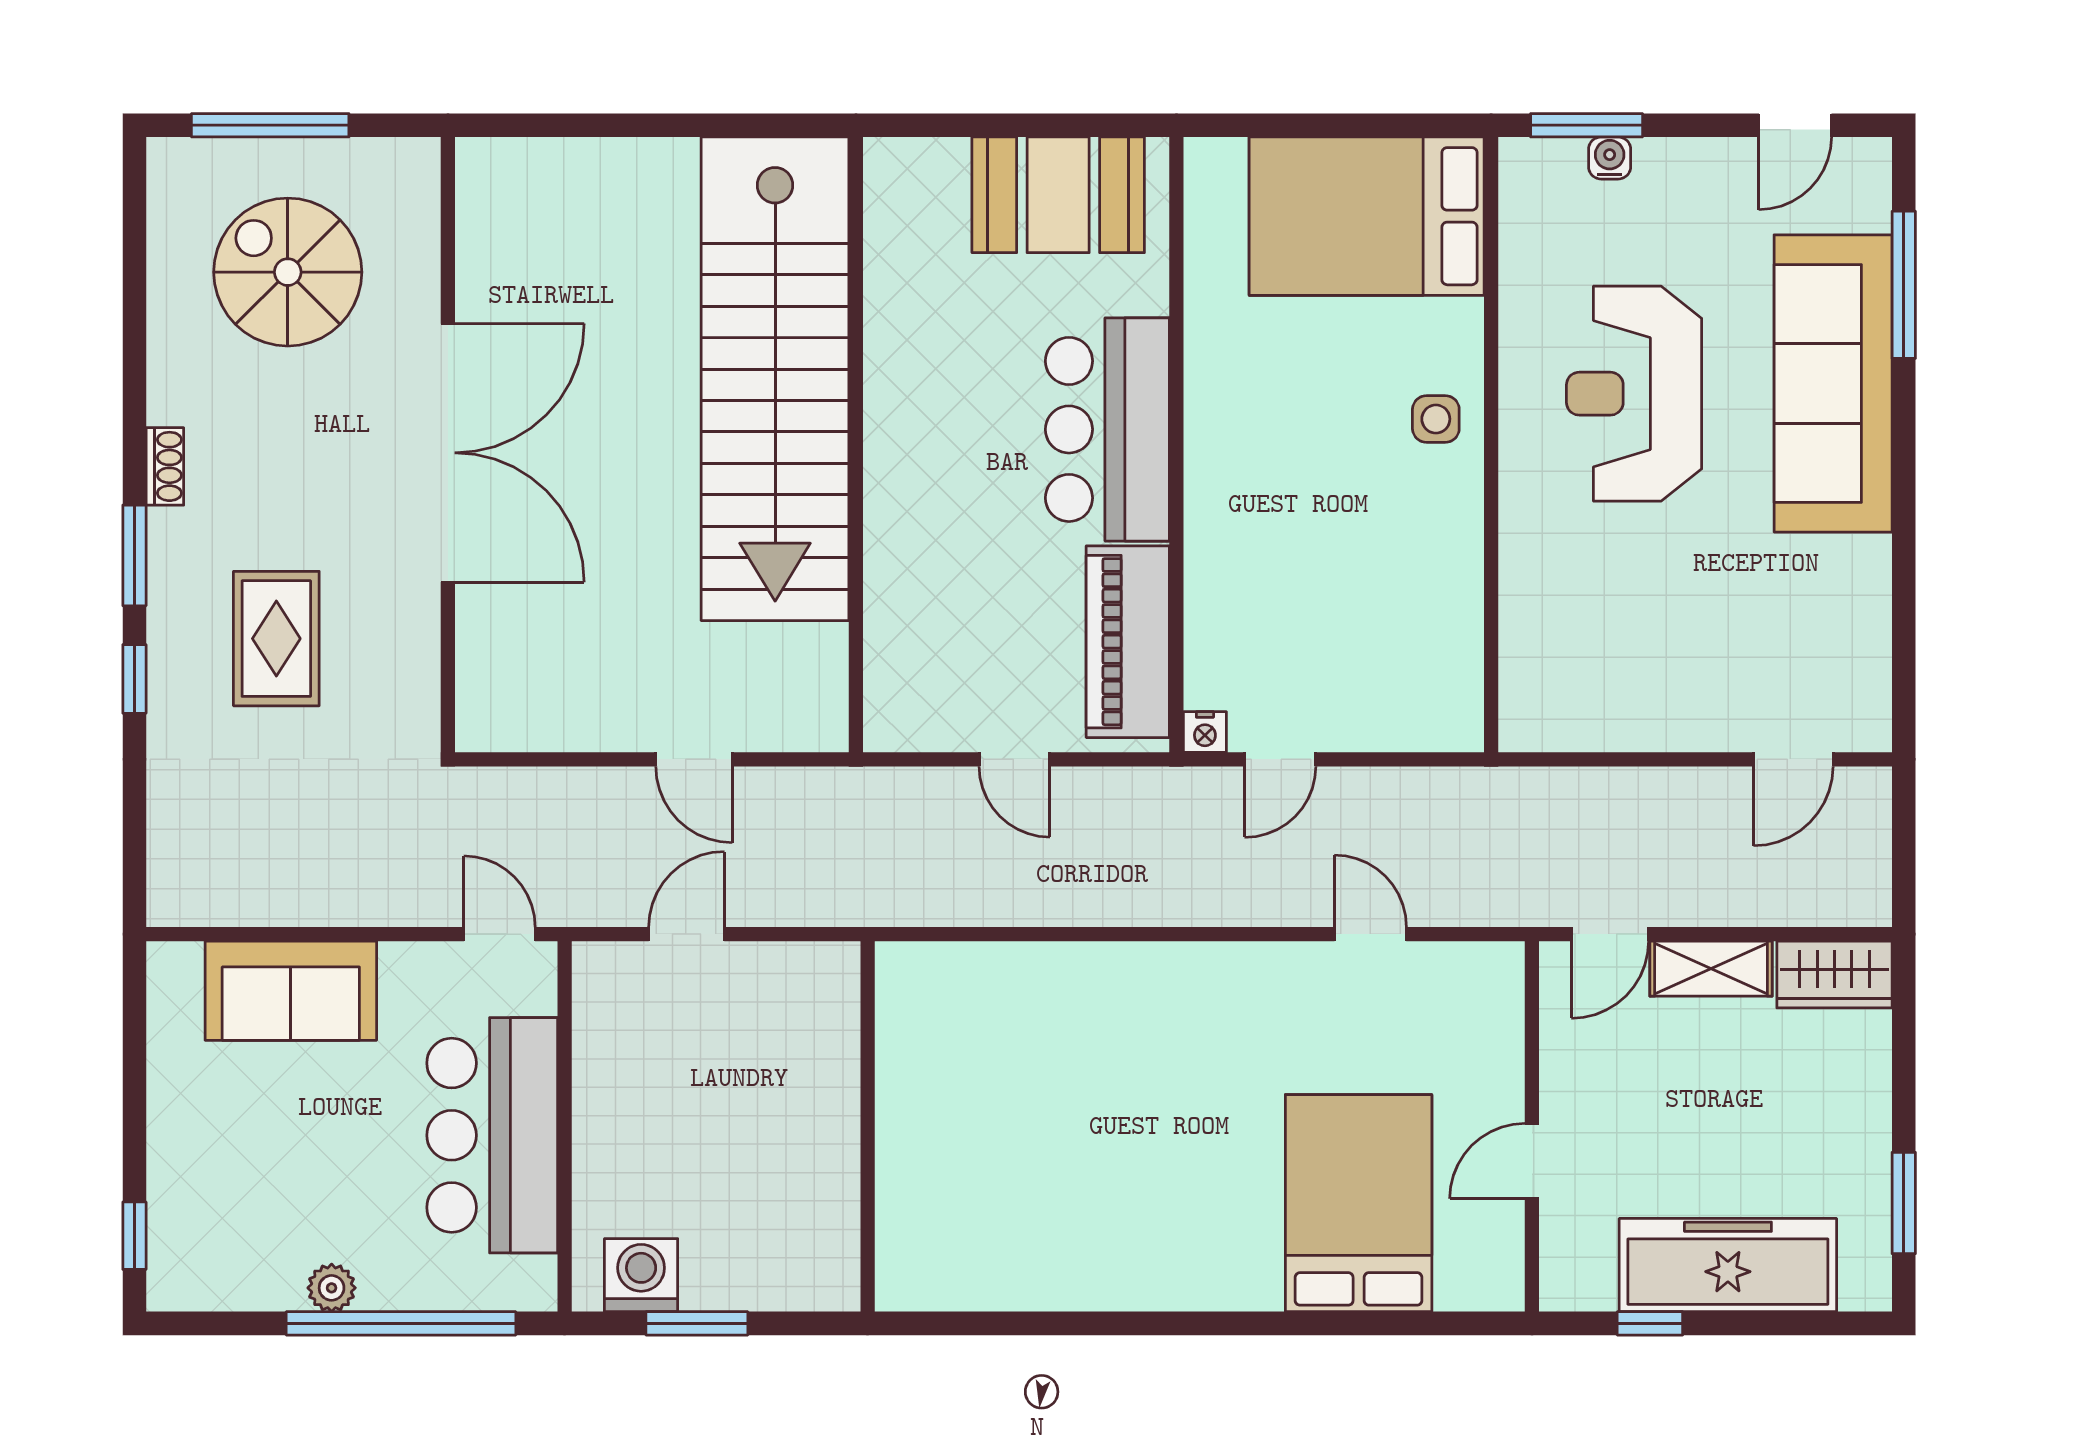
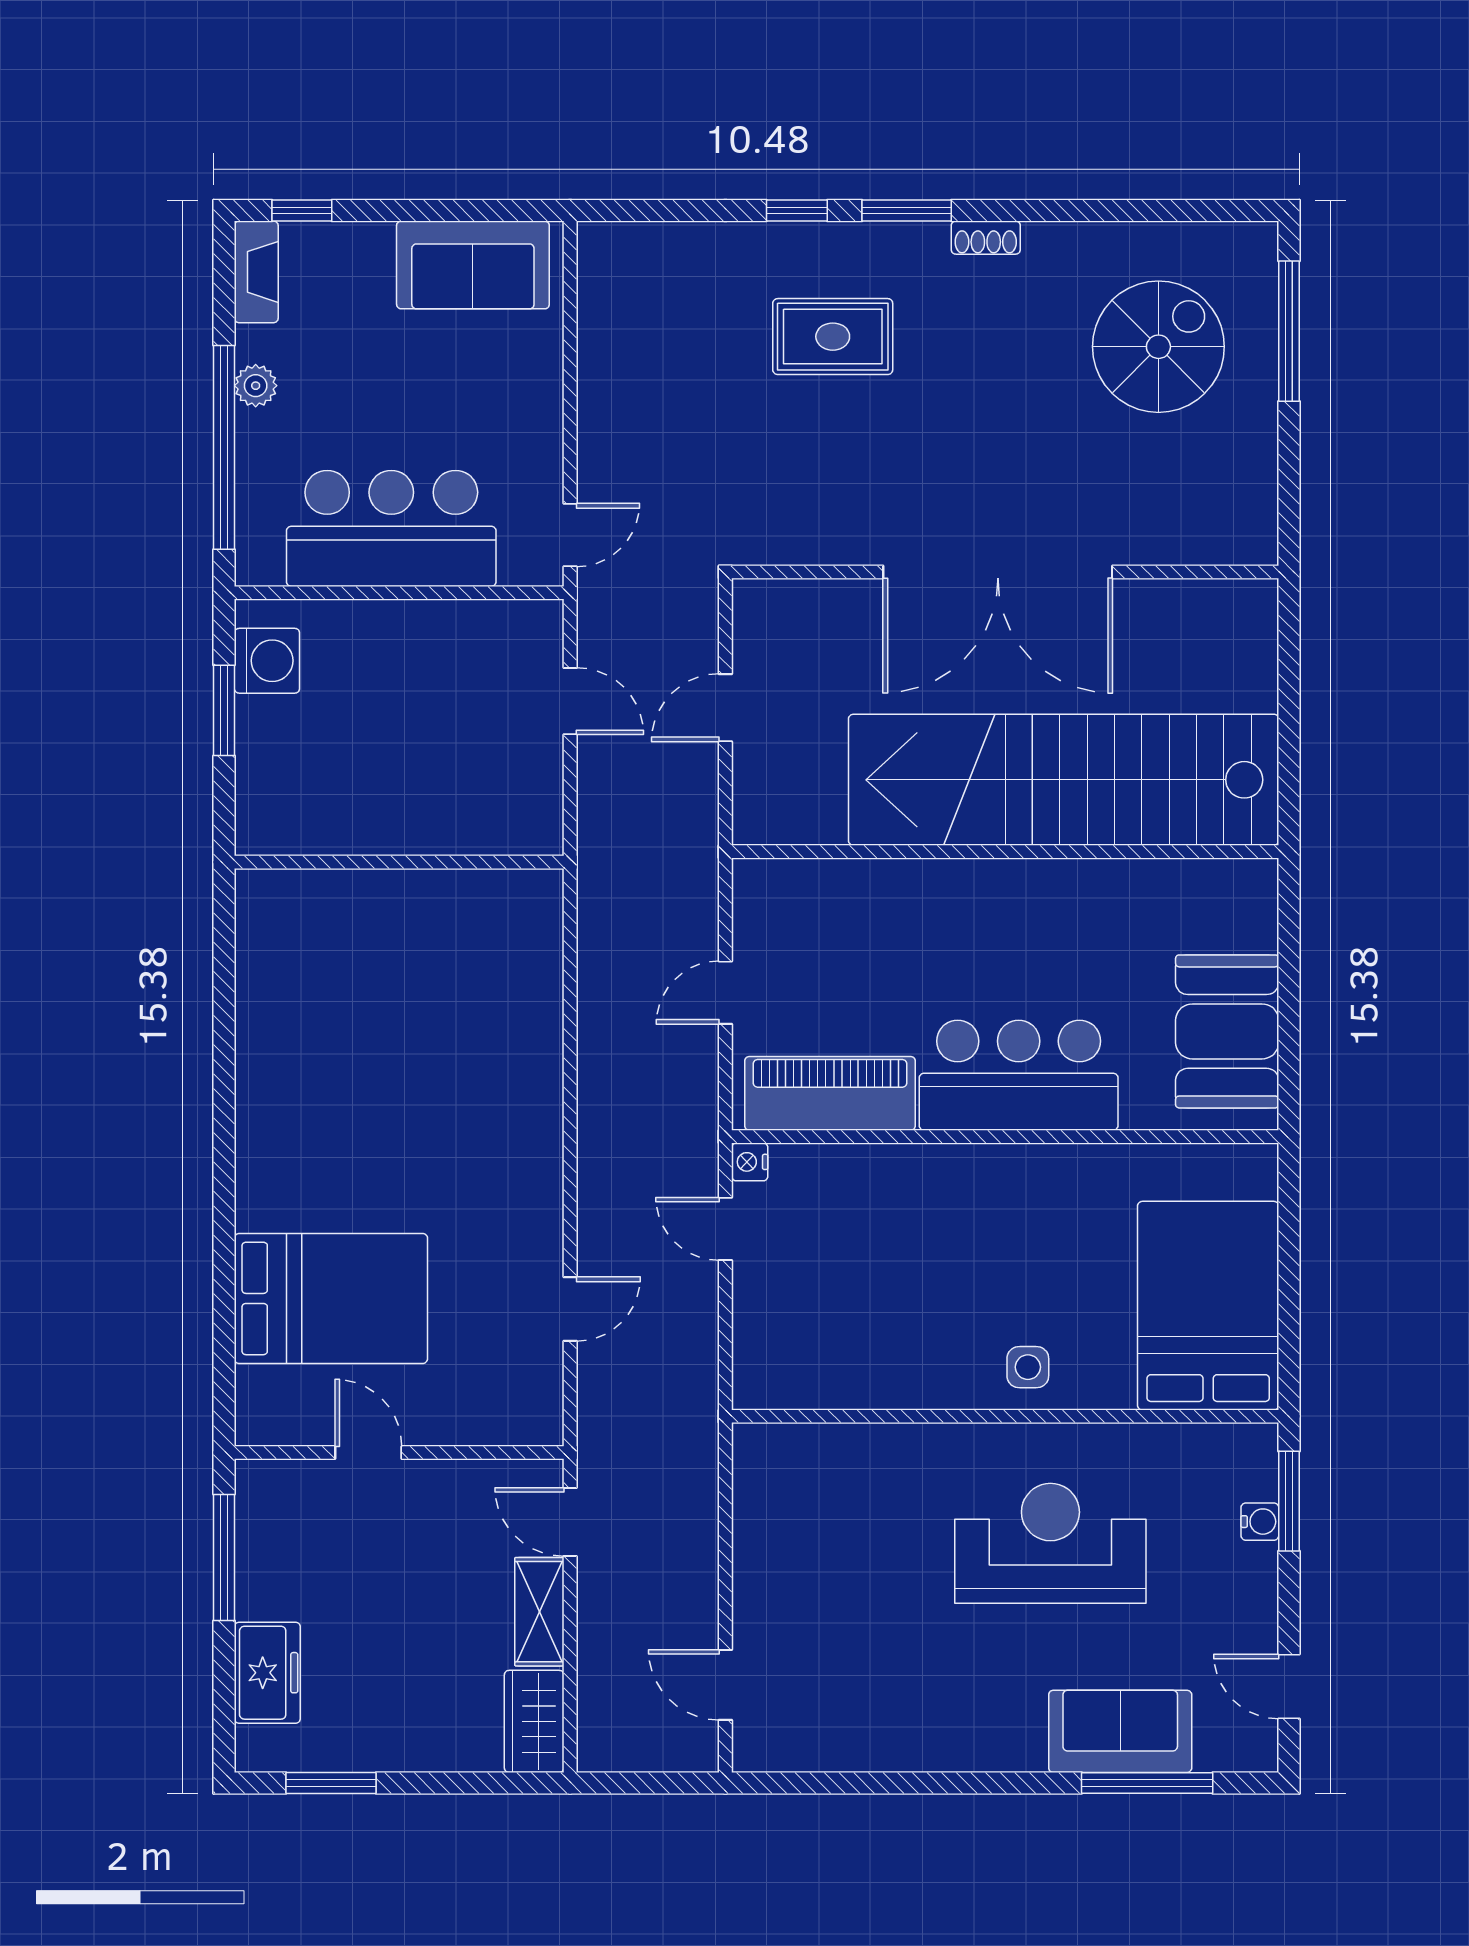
sofa: (1833, 383) -> (1120, 1731), width x0.54, depth x0.79
wall: (448, 445) -> (1005, 572), moved
double door: (448, 453) -> (998, 572), moved
sofa: (291, 991) -> (473, 265), moved, turned -90
freezer: (1728, 1265) -> (267, 1673), width x0.52, depth x0.79
fireplace: (204, 1287) -> (256, 272), added
window: (1650, 1323) -> (224, 1557), width x2.17

